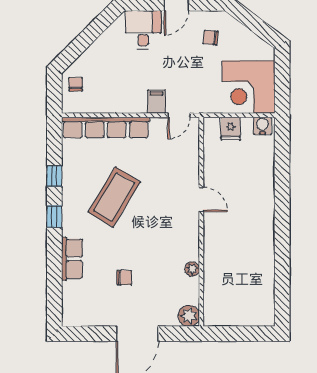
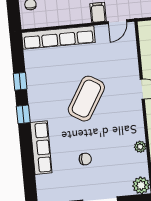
coffee table: (114, 197) -> (86, 99), moved
row of seats: (72, 259) -> (41, 148), width x1.48

